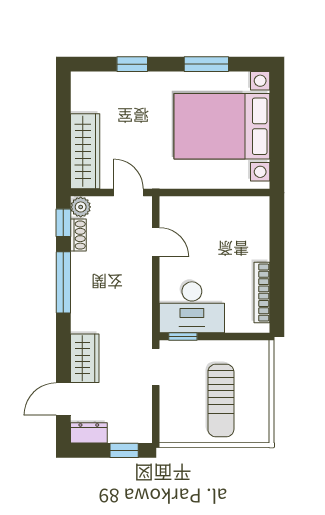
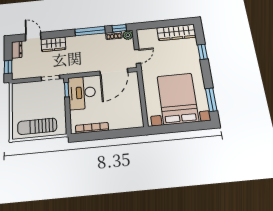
window: (206, 64) -> (211, 100), moved
wardrobe: (85, 151) -> (176, 32), moved
door: (156, 242) -> (114, 72), width x1.88
sun lounger: (221, 401) -> (37, 126), moved

